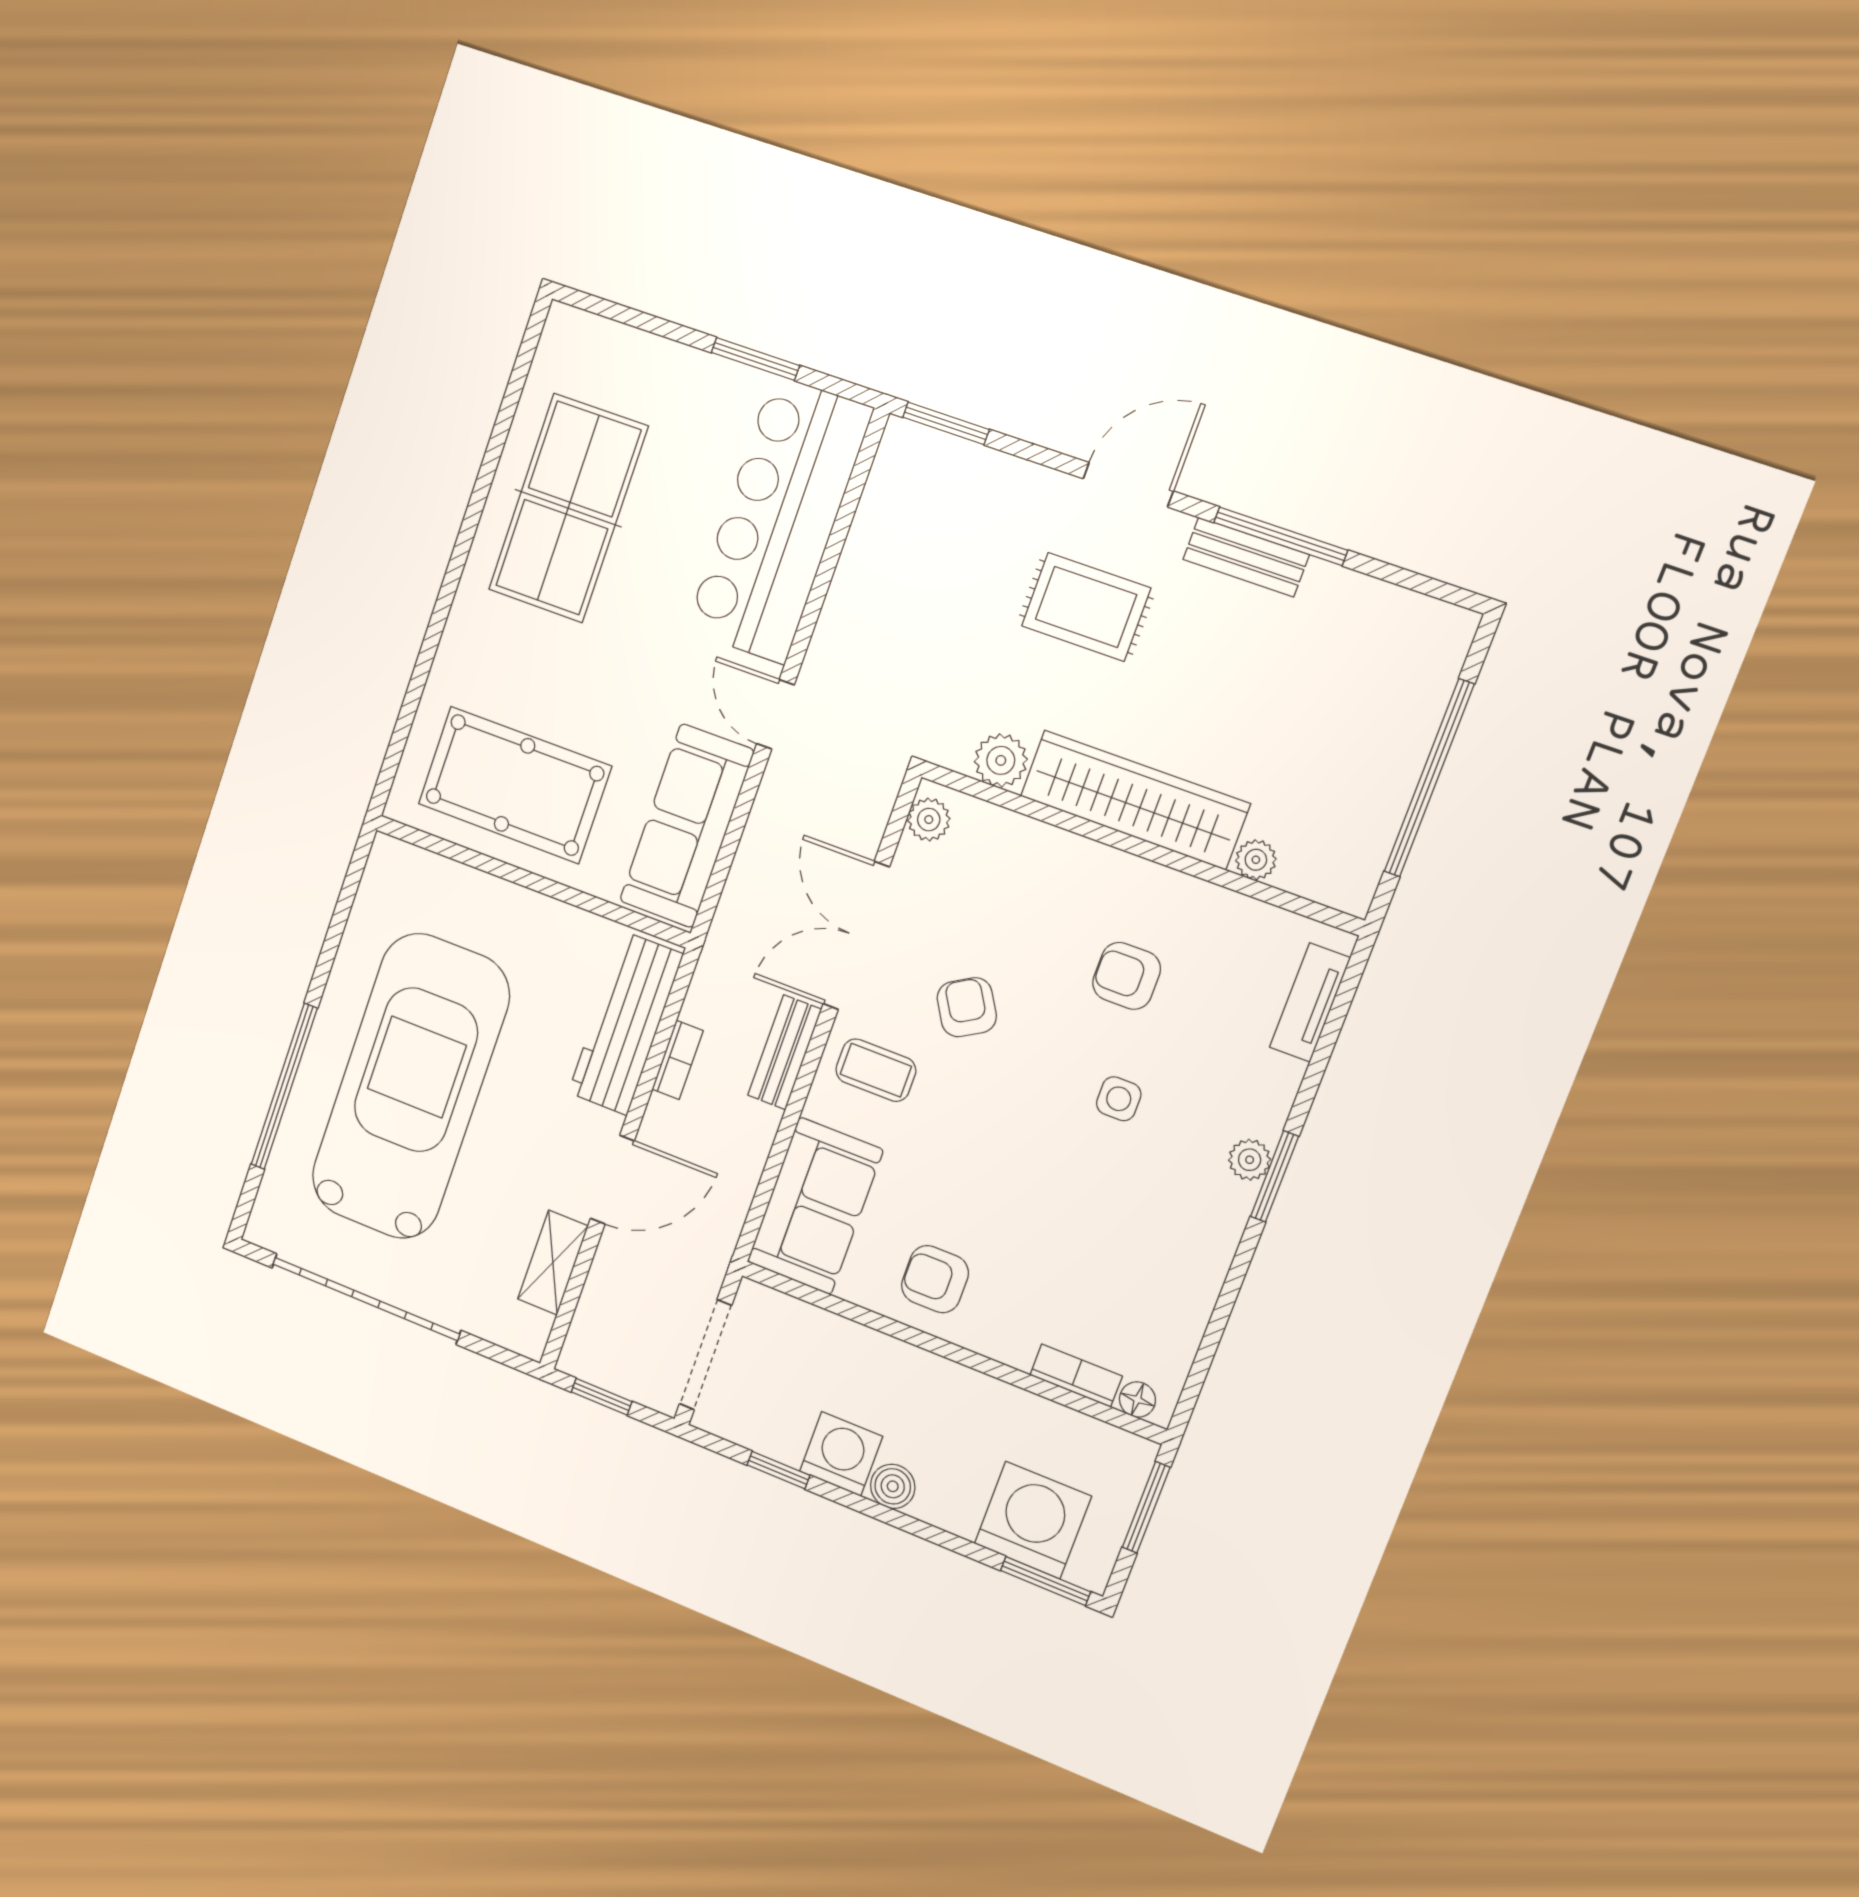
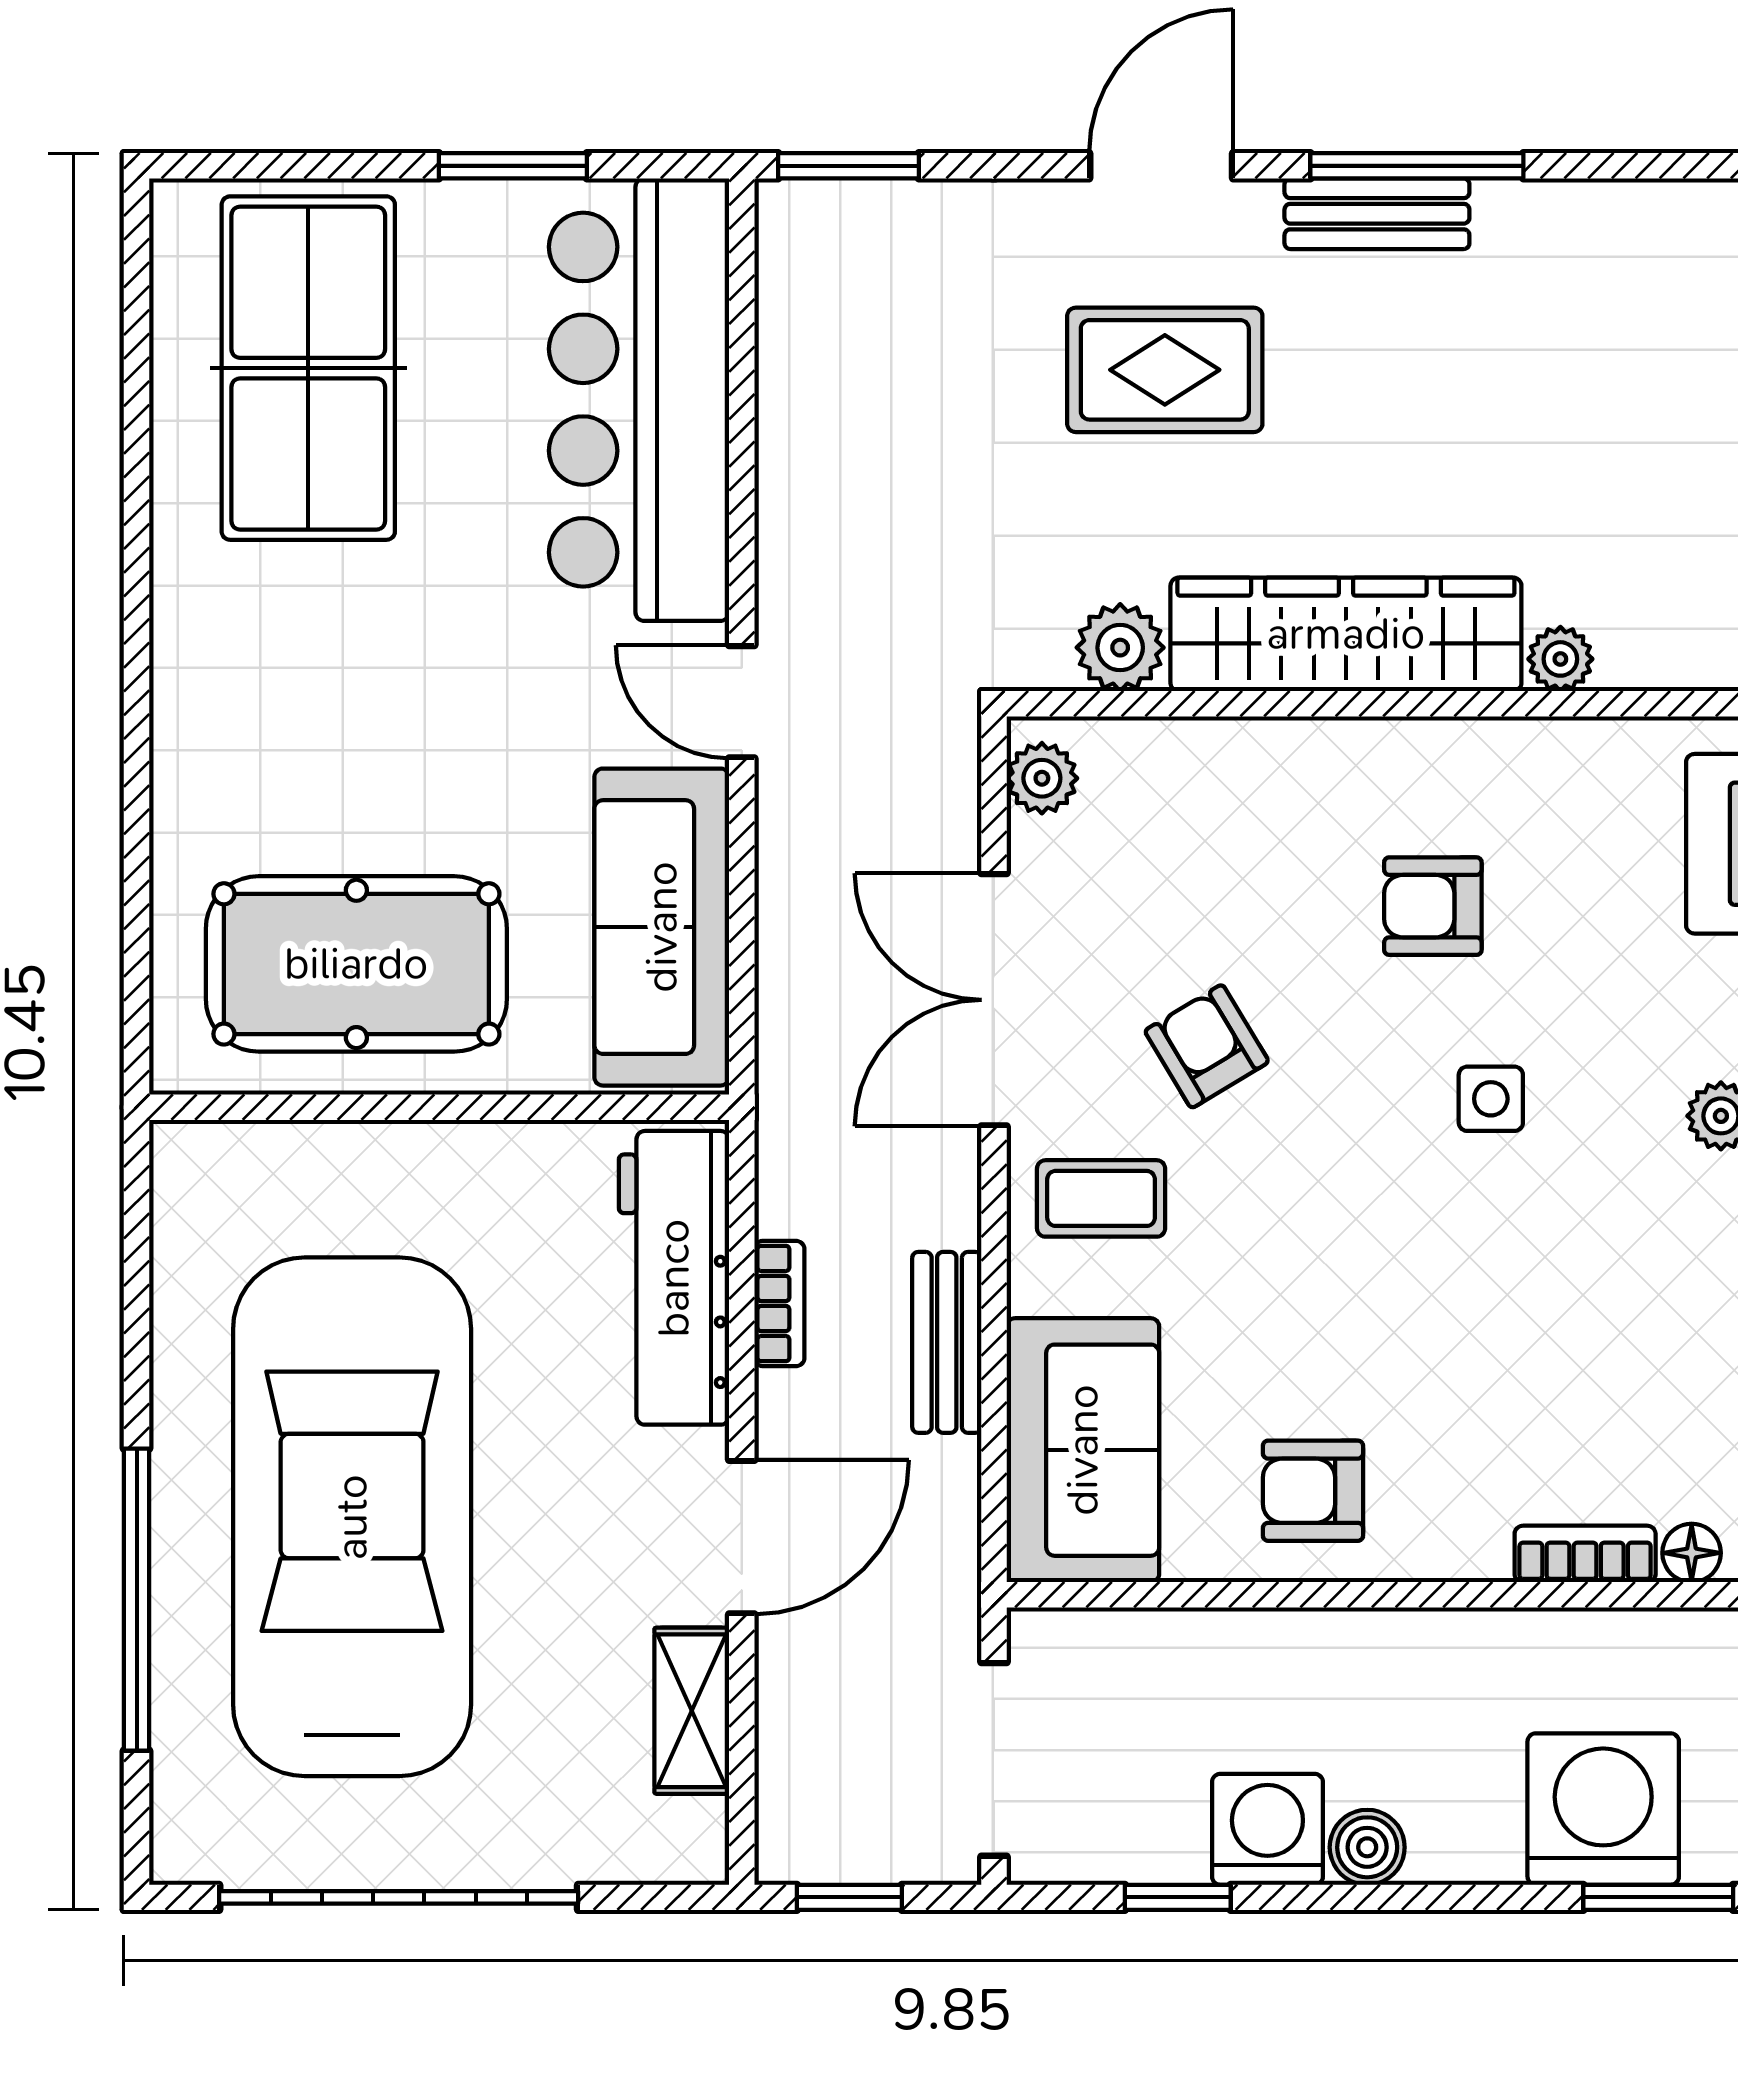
table tennis table: (568, 508) -> (308, 368), moved
bench: (785, 1052) -> (947, 1342), moved

